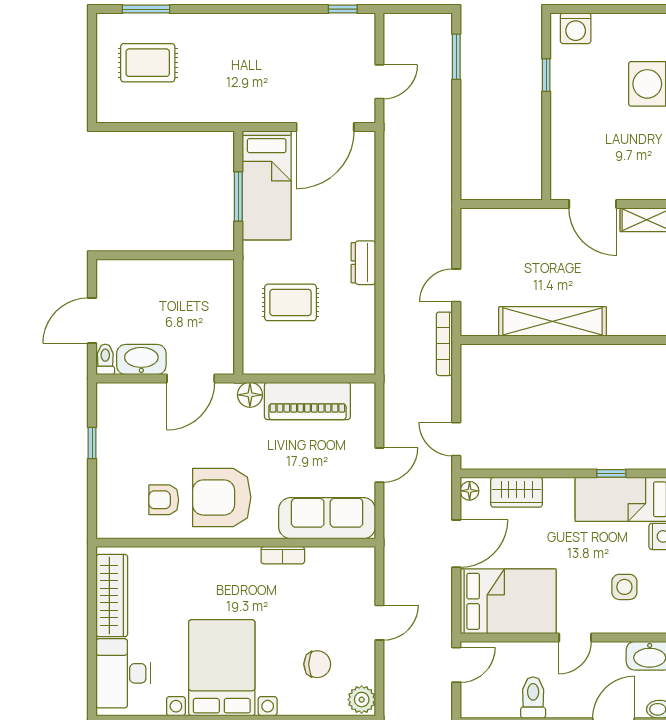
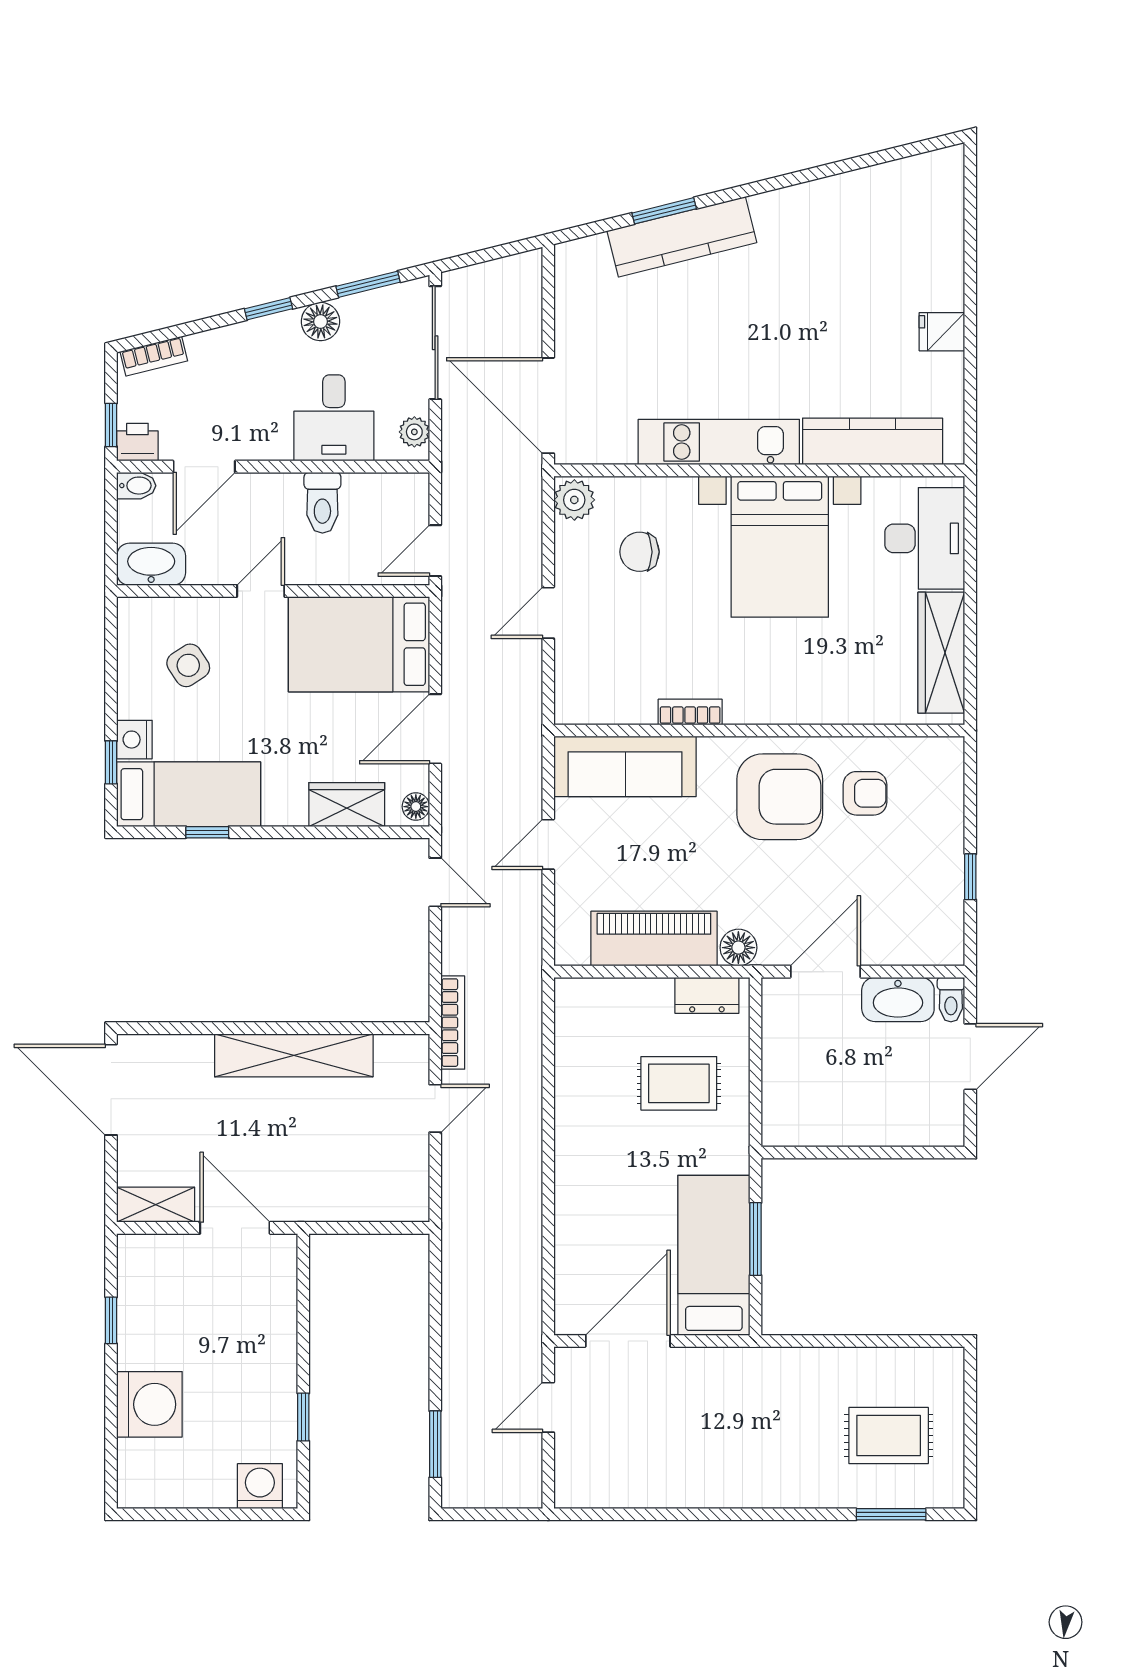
window: (343, 9) -> (602, 1514), removed
dresser: (363, 263) -> (707, 995), moved, turned 90
side table: (624, 587) -> (188, 665), turned -33

